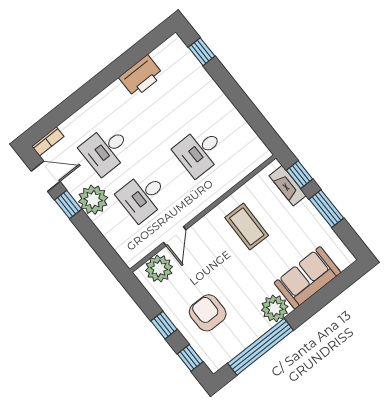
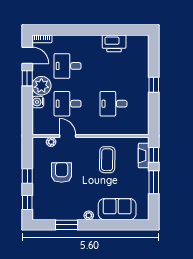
window: (202, 52) -> (154, 85), moved
water cooler: (105, 223) -> (38, 102), added
door: (175, 236) -> (68, 136), swing flipped
plant: (159, 269) -> (51, 142), width x0.53, depth x0.53
plant: (275, 308) -> (89, 215), width x0.53, depth x0.53
armchair: (208, 313) -> (62, 172), moved
window: (260, 347) -> (66, 225), width x0.47

